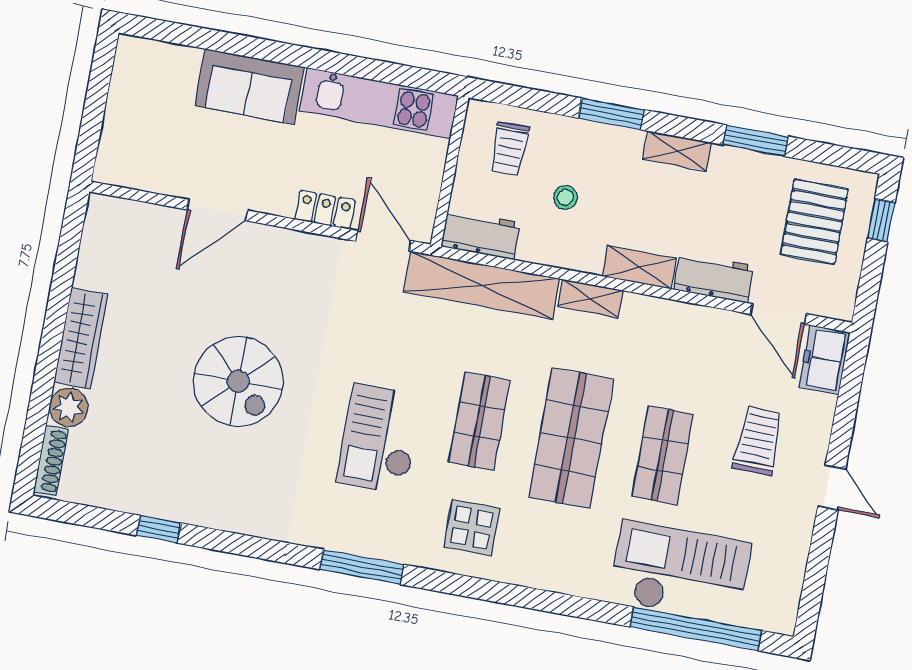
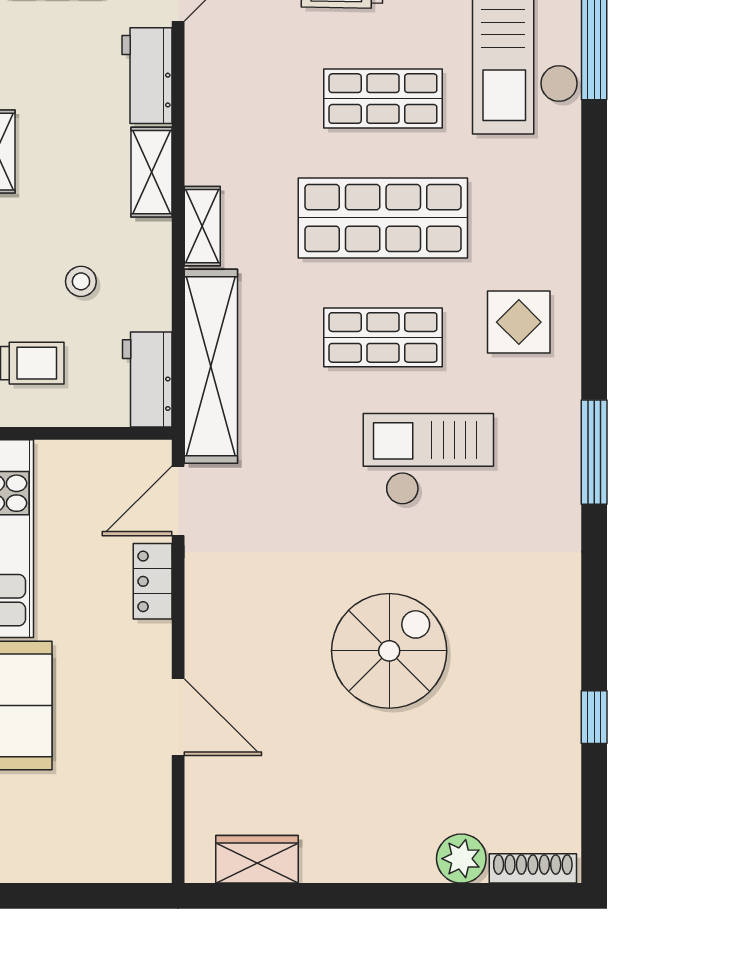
wardrobe: (81, 338) -> (257, 859), moved, width x0.67
checkout: (380, 439) -> (428, 459), turned 180

